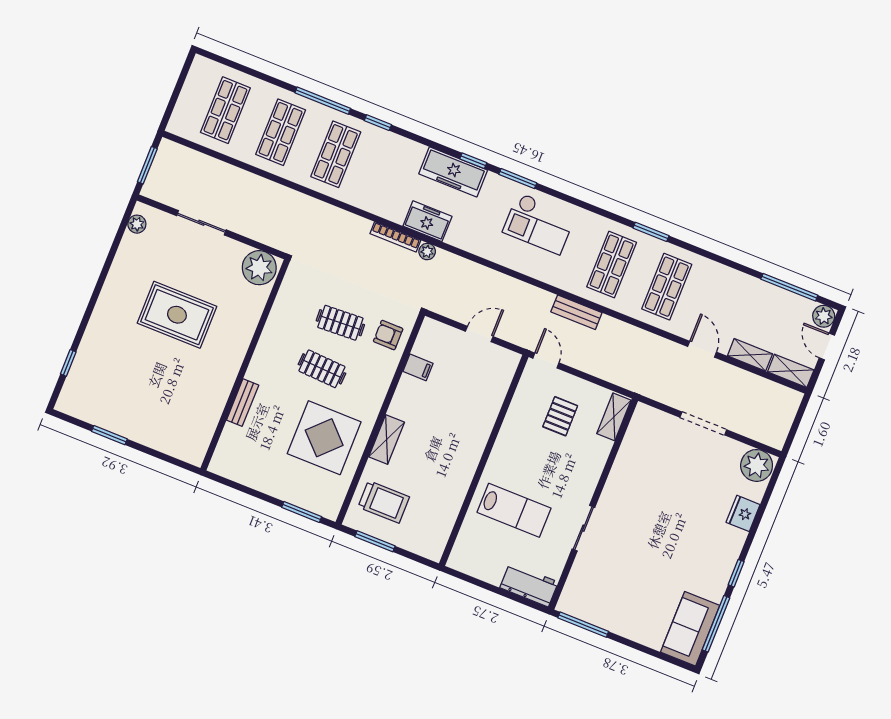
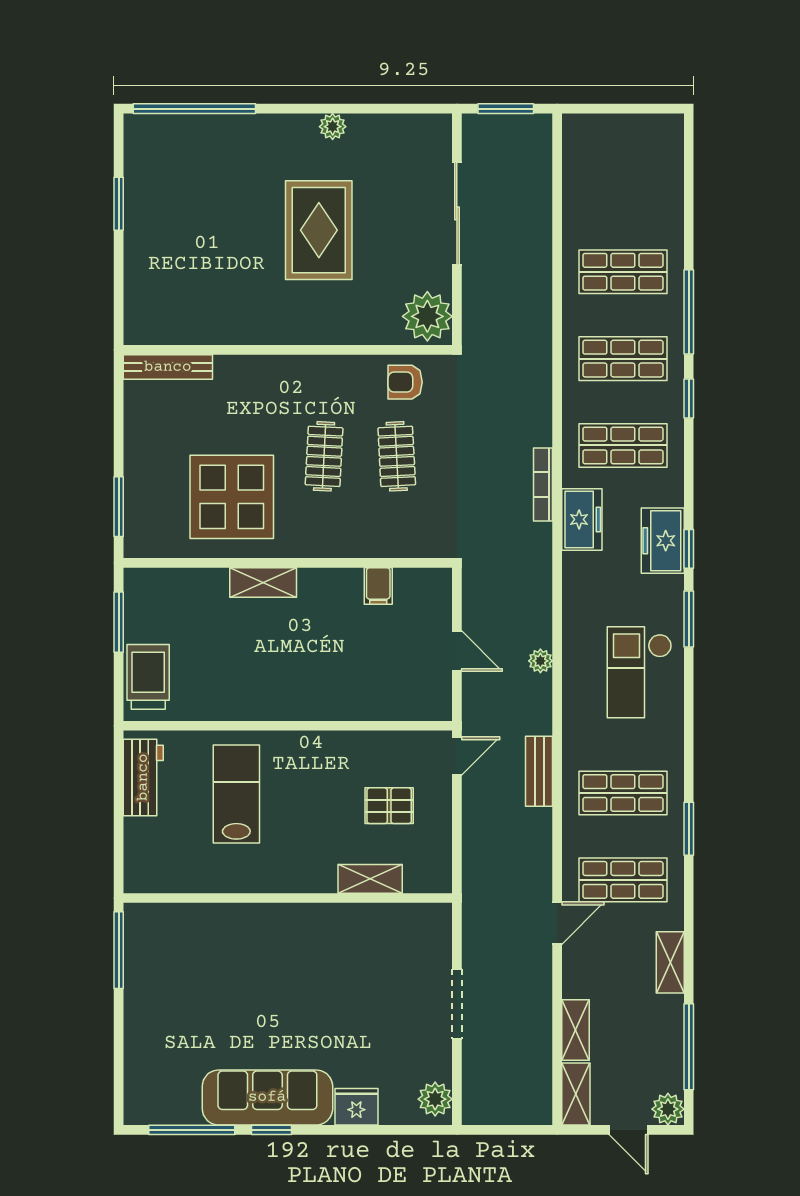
shop shelf: (225, 110) -> (623, 445), moved
freezer: (453, 172) -> (663, 541), width x0.71
sliding door: (201, 223) -> (457, 213), width x1.37
plant: (137, 224) -> (333, 127), moved
plant: (427, 252) -> (540, 661), moved
shelving: (731, 278) -> (670, 962), added
armchair: (388, 335) -> (405, 382), moved, turned -90
door: (827, 346) -> (629, 1130), swing flipped
door: (702, 349) -> (557, 923), moved
window: (68, 363) -> (194, 109), width x3.17
bench: (243, 403) -> (168, 367), moved, width x1.36
shelving: (614, 417) -> (370, 879), moved
plant: (757, 465) -> (435, 1099), width x0.73, depth x0.73
trolley: (384, 502) -> (148, 677), moved, turned 180
lab bench: (514, 510) -> (236, 794), turned 180
sliding door: (583, 528) -> (250, 898), removed
workbench: (529, 585) -> (143, 777), moved
sofa: (690, 629) -> (267, 1097), moved, width x1.36

